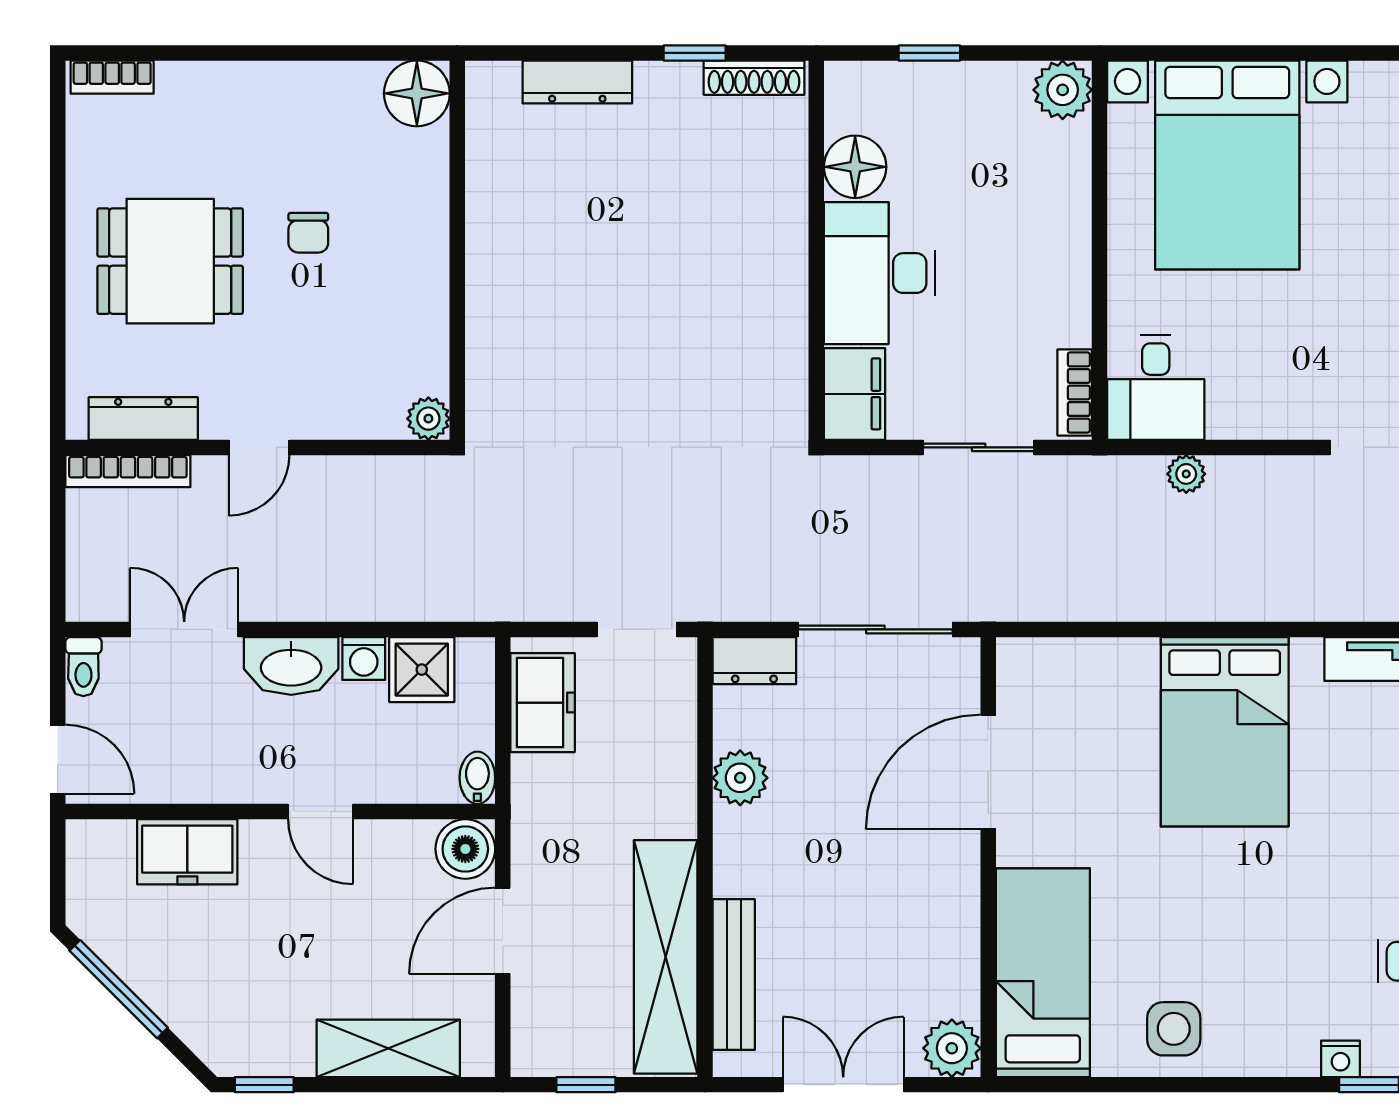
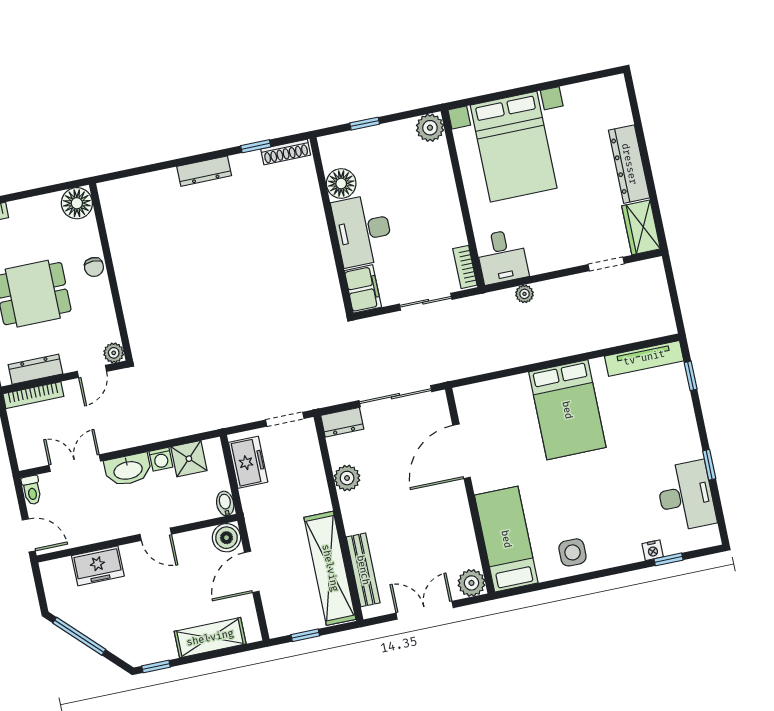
floor lamp: (417, 93) -> (77, 203), moved
wall: (457, 250) -> (111, 272), moved
plant: (428, 419) -> (114, 353), moved

